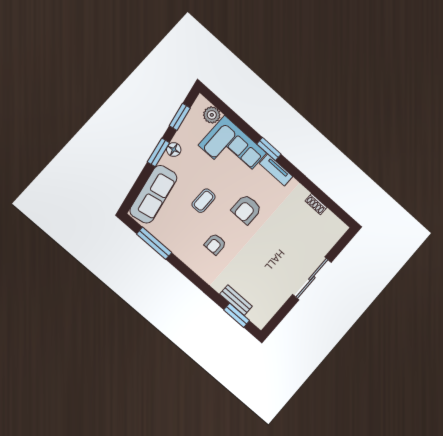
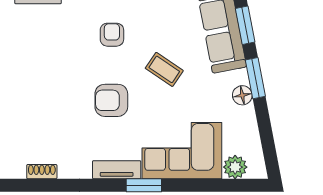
window: (180, 117) -> (245, 25), moved
coffee table: (204, 201) -> (164, 69), turned -56
armchair: (246, 209) -> (111, 100), turned -90

